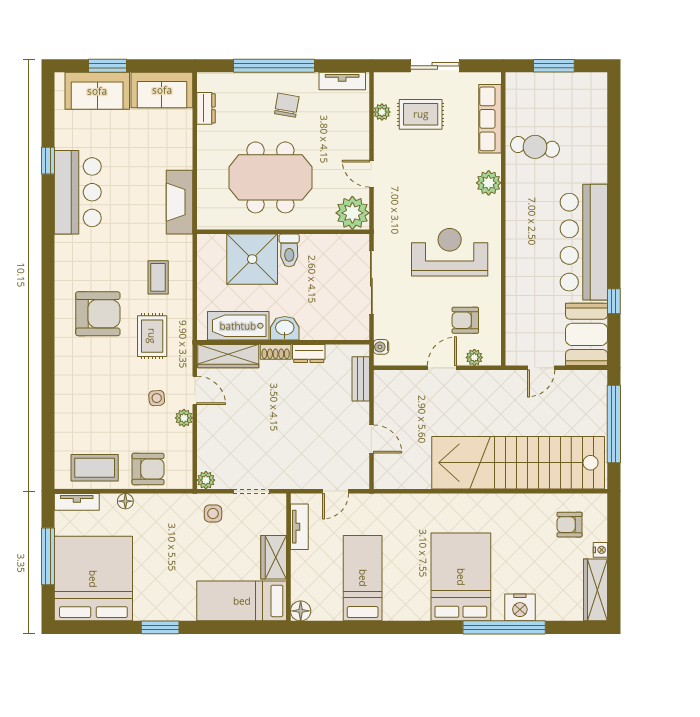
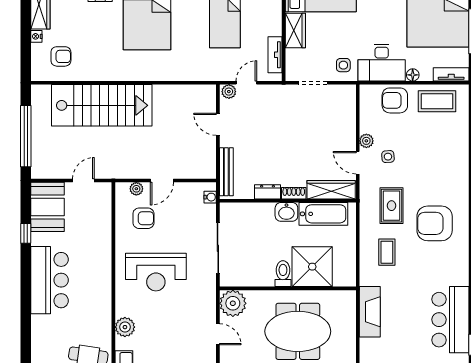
bar counter: (584, 242) -> (50, 280), width x0.73
bench: (361, 379) -> (226, 172), width x1.36
stairs: (518, 463) -> (102, 105), width x0.73
plant: (206, 480) -> (229, 92), moved
desk: (165, 517) -> (382, 63), added

